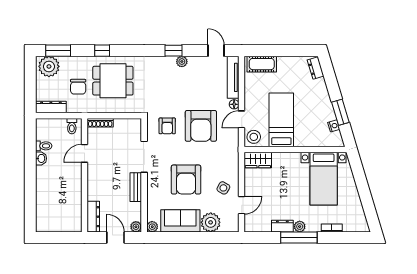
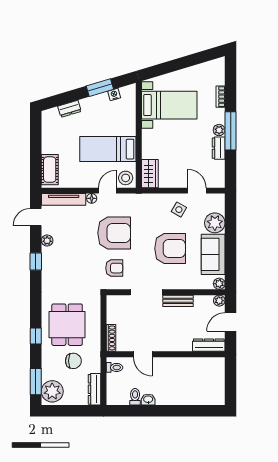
plant: (182, 62) -> (47, 241), moved
dresser: (316, 68) -> (69, 109), moved
door: (242, 119) -> (107, 191), swing flipped

